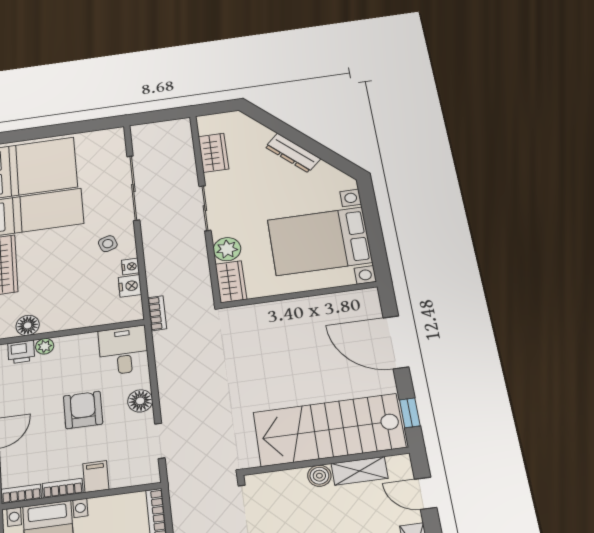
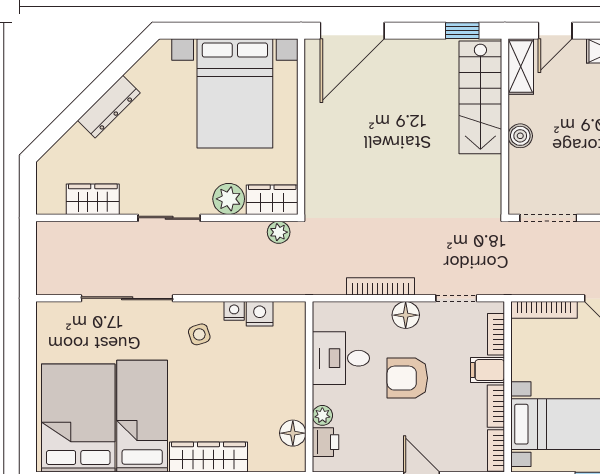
plant: (203, 291) -> (279, 232), added
bookcase: (157, 313) -> (380, 286), moved, width x1.56
door: (396, 342) -> (352, 31), moved
desk: (123, 350) -> (341, 358), moved
stairs: (329, 430) -> (480, 97), width x0.73, depth x0.66
shelving: (360, 471) -> (521, 67), moved
bookcase: (130, 479) -> (496, 334), added

